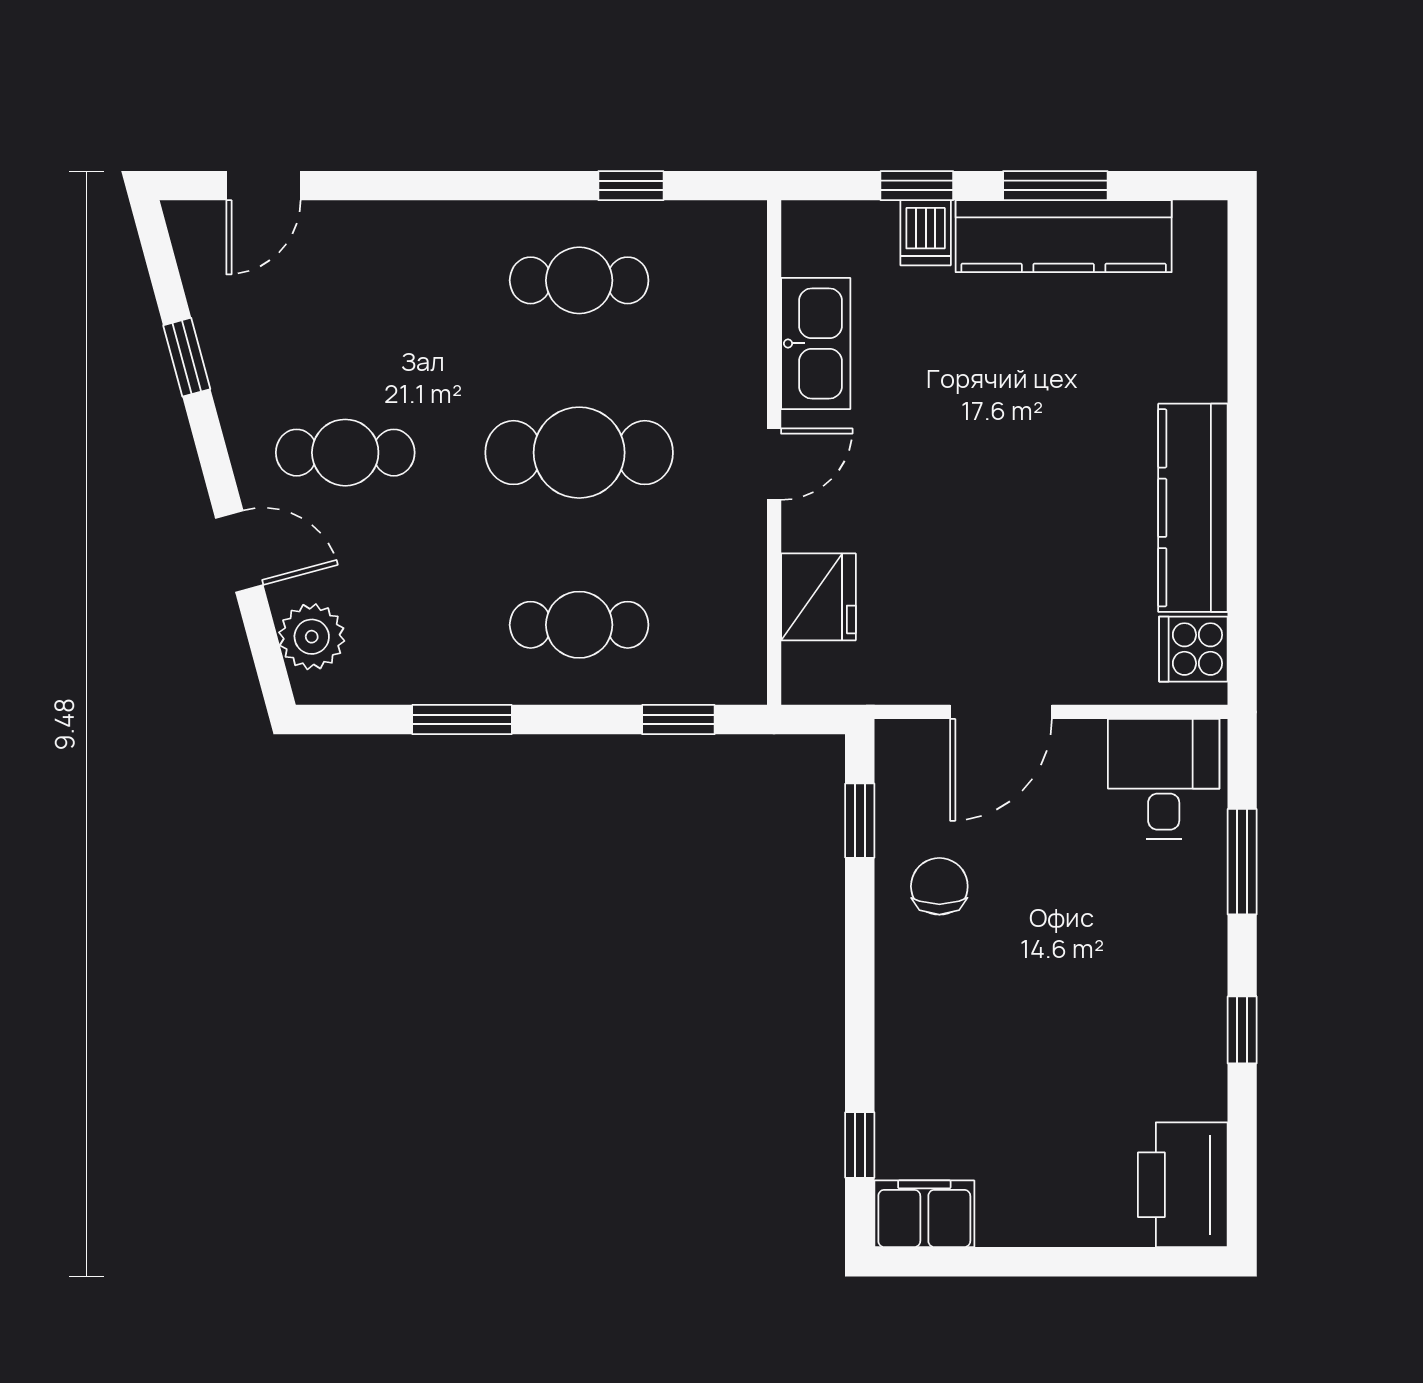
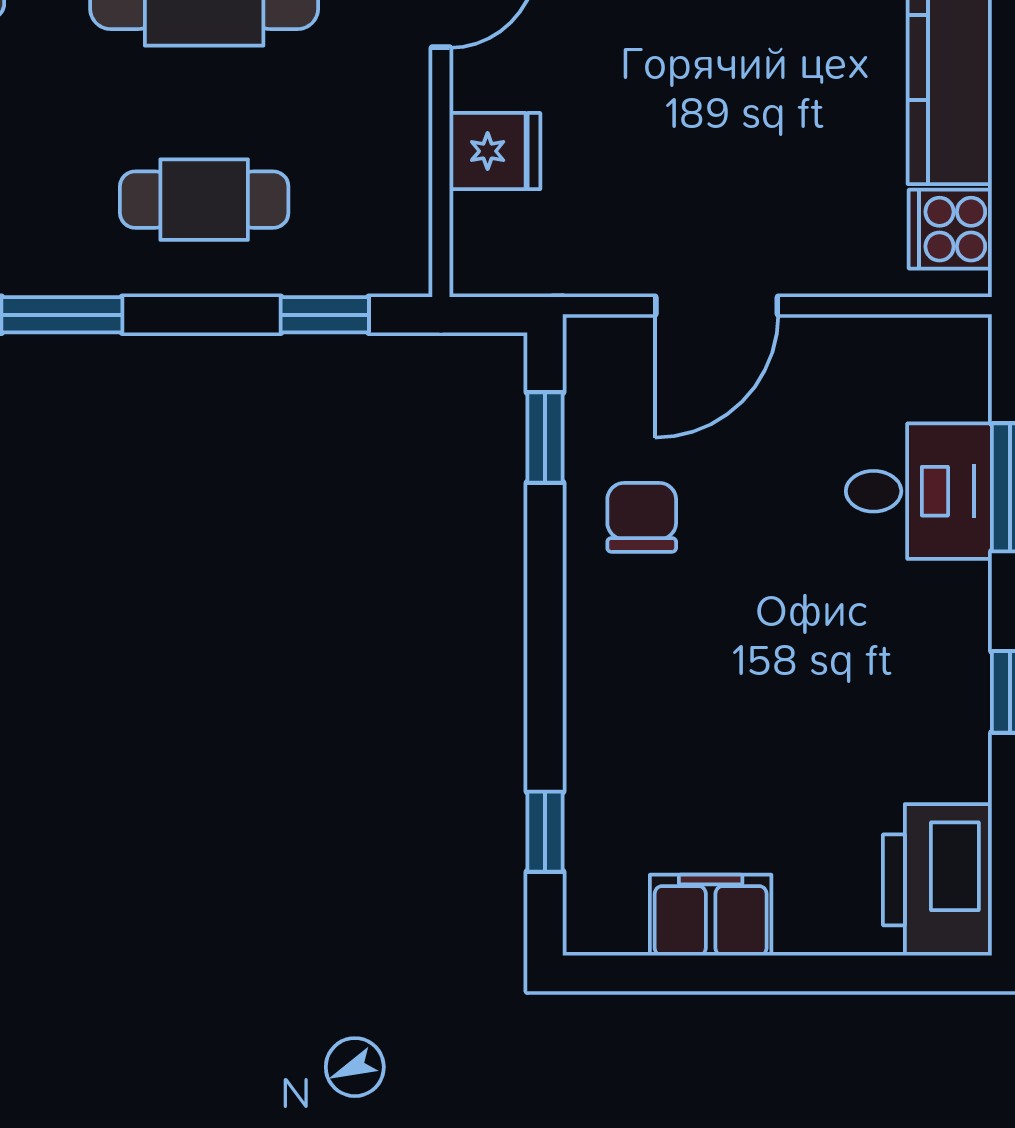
fridge: (818, 597) -> (495, 151), width x0.72
desk: (1164, 779) -> (919, 491), moved, turned 90
filing cabinet: (924, 1214) -> (711, 915), moved

